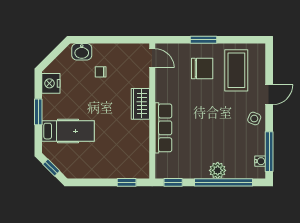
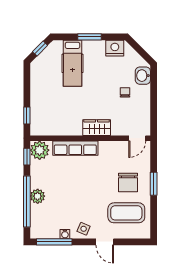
water cooler: (260, 161) -> (65, 234), moved
plant: (166, 168) -> (40, 150), added

